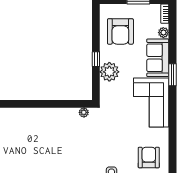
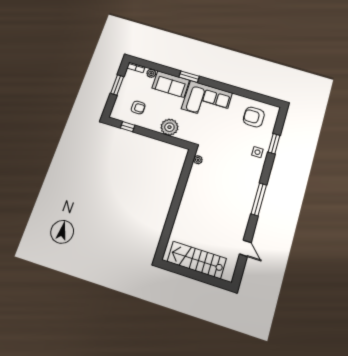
armchair: (120, 31) -> (138, 108), width x0.53, depth x0.53
window: (96, 59) -> (128, 127), moved

